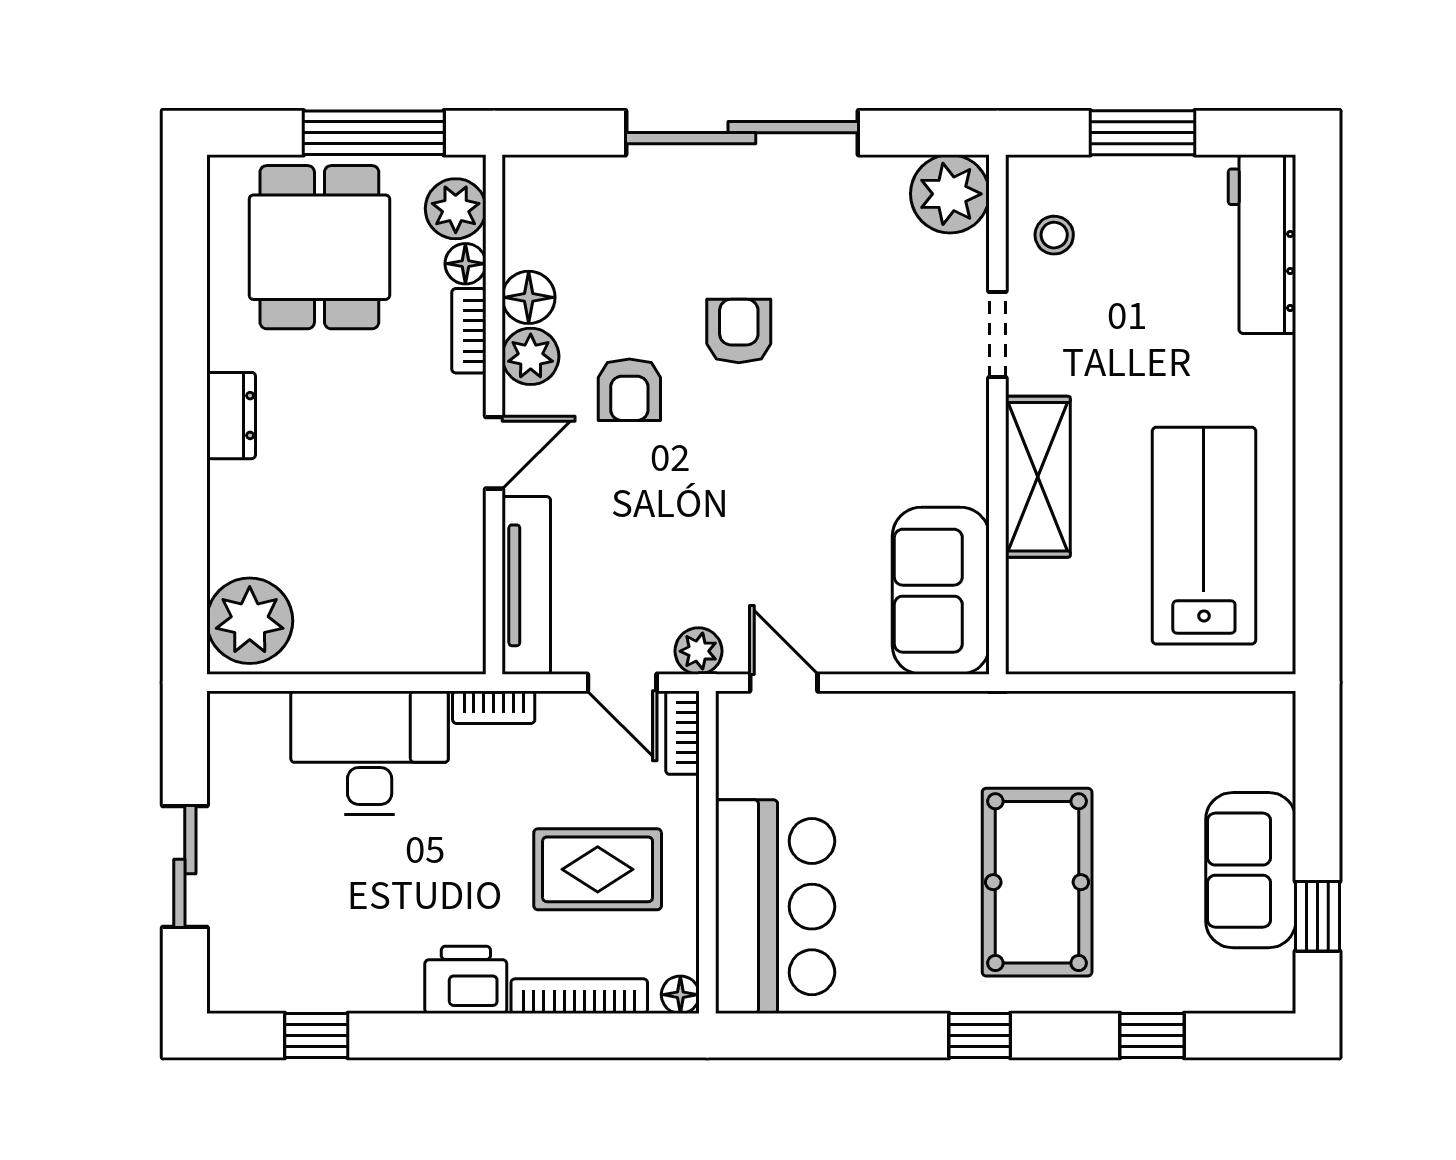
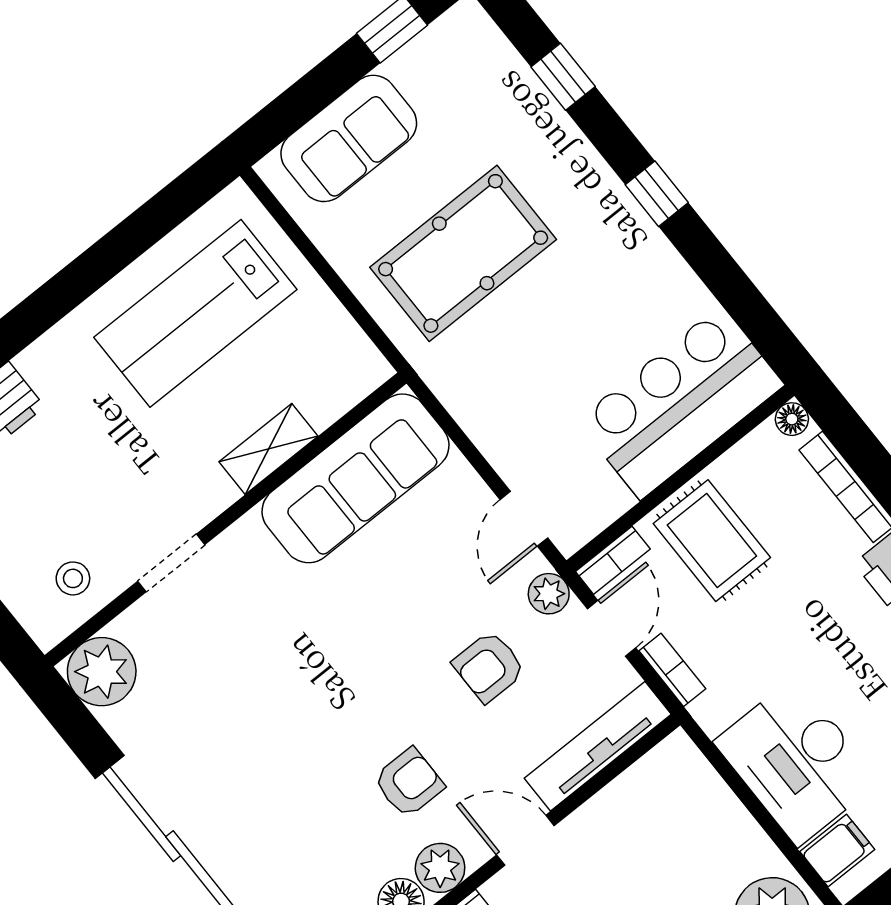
armchair: (739, 331) -> (489, 667), moved
shelving: (1038, 477) -> (268, 449), width x0.67, depth x0.75
sofa: (941, 591) -> (355, 478), width x1.36
bookcase: (494, 707) -> (672, 670), moved
filing cabinet: (261, 725) -> (837, 850), added
rug: (598, 869) -> (712, 541), moved
sofa: (1251, 870) -> (349, 138), moved
pool table: (1037, 882) -> (463, 253), moved

